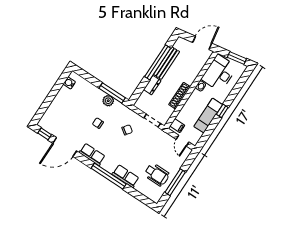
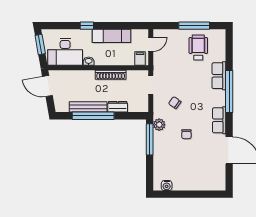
plant: (108, 101) -> (159, 125), moved
window: (222, 111) -> (87, 26), moved
window: (45, 134) -> (229, 177), removed

